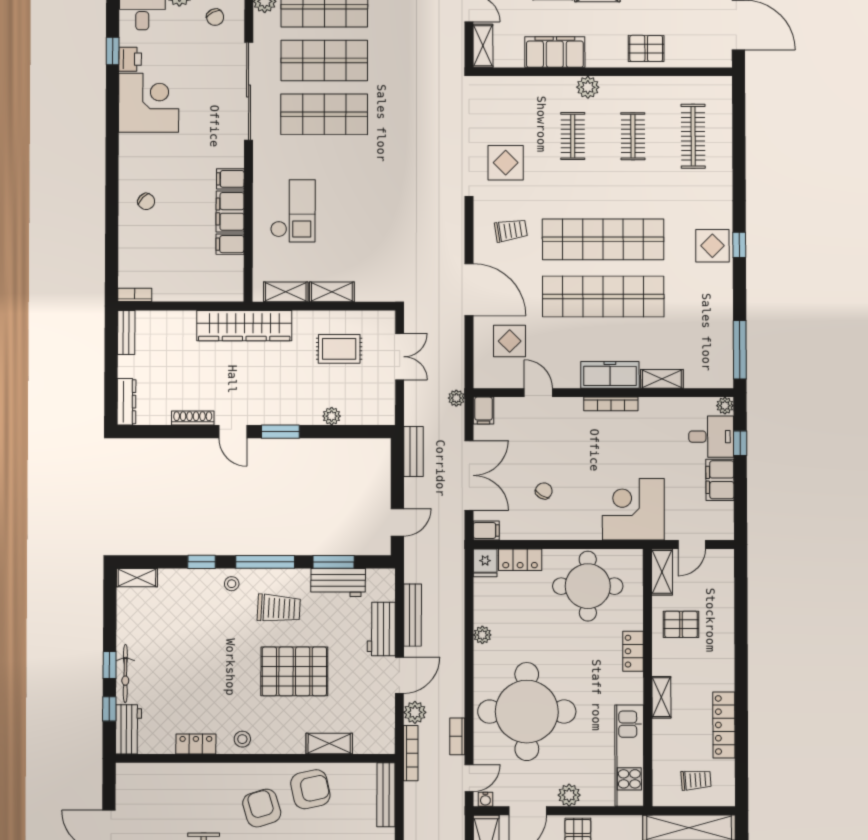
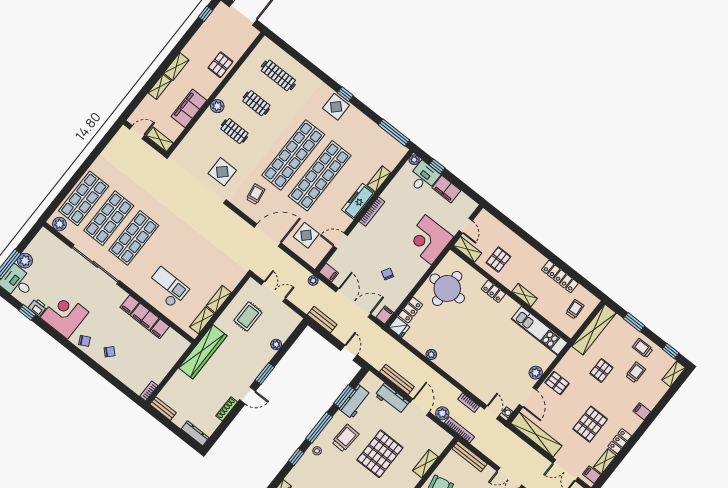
chair: (215, 17) -> (85, 341), moved
round table: (527, 712) -> (482, 362), removed

